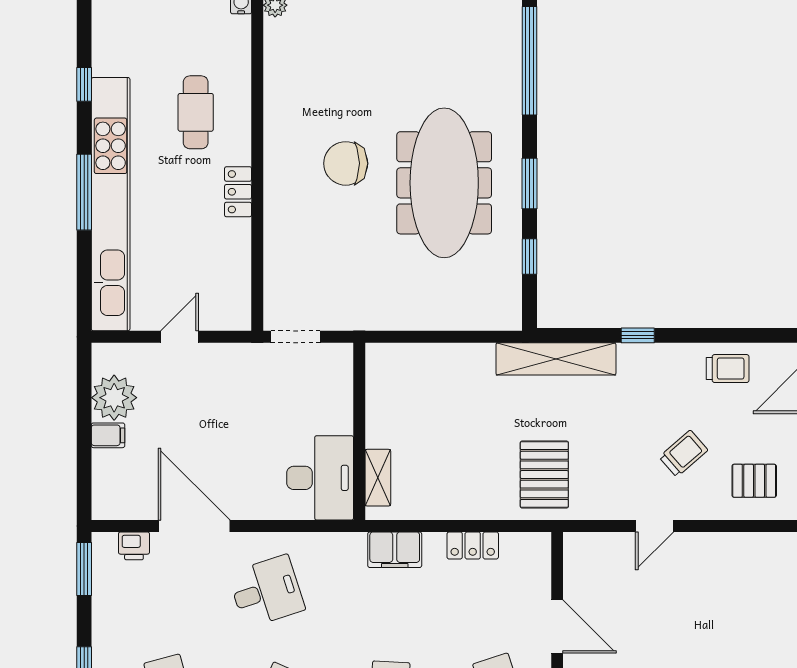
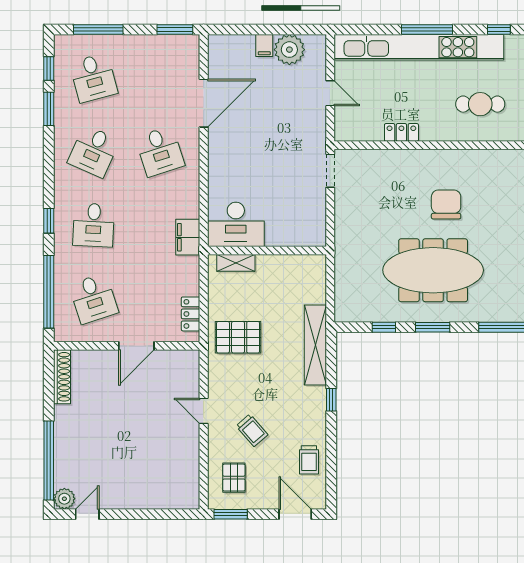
locker: (238, 192) -> (401, 132), moved
wall: (359, 431) -> (267, 250), moved
desk: (320, 478) -> (236, 224), moved
shelving: (378, 478) -> (236, 263), moved
locker: (473, 545) -> (191, 314), moved
printer: (134, 546) -> (190, 63), removed

